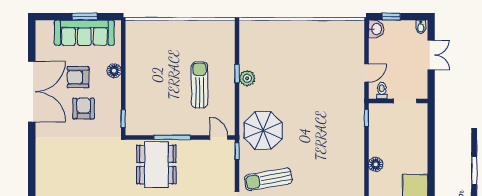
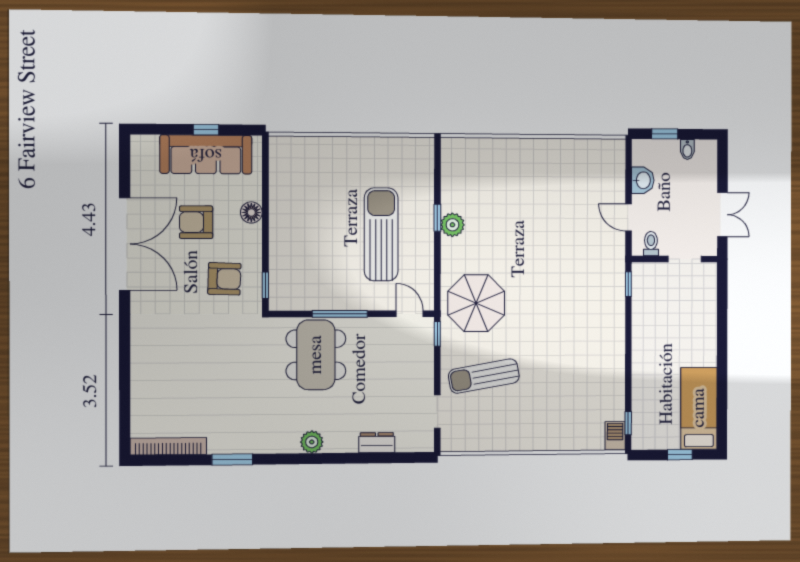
window: (84, 17) -> (206, 130), width x0.67
bidet: (421, 27) -> (687, 149), moved
washbasin: (376, 29) -> (643, 180), moved
double door: (431, 55) -> (722, 215), moved
door: (366, 73) -> (628, 217), swing flipped
sun lounger: (200, 85) -> (381, 234), width x1.36, depth x1.34
armchair: (84, 109) -> (224, 279), moved, turned 92
floor lamp: (376, 164) -> (642, 353), removed

